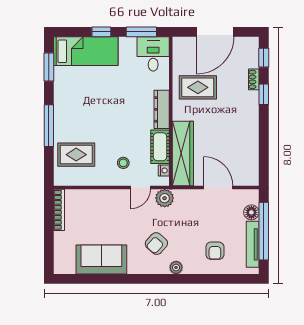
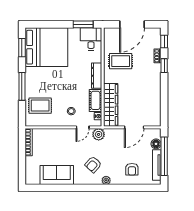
window: (101, 32) -> (57, 24), removed
bed: (86, 51) -> (46, 47), width x2.04
door: (218, 187) -> (134, 127), swing flipped

